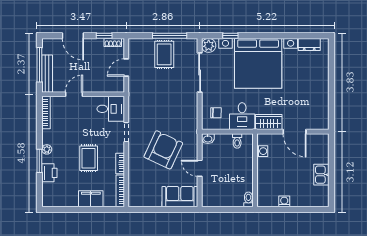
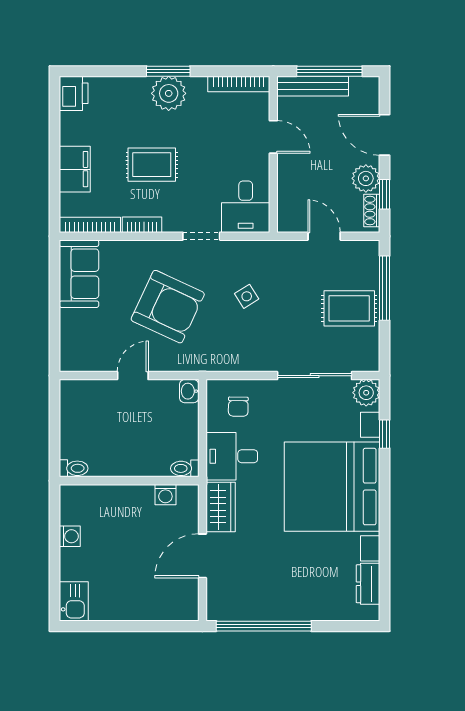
door: (73, 36) -> (385, 135), hinge flipped
window: (170, 36) -> (385, 288), moved
plant: (96, 46) -> (366, 178), added
window: (332, 99) -> (264, 626), added
side table: (158, 108) -> (247, 296), added
toilet: (237, 141) -> (185, 468), moved
plant: (47, 149) -> (169, 93), width x1.88, depth x1.88
window: (39, 161) -> (168, 71), moved
printer: (49, 173) -> (74, 93), moved, turned -90
kitchen sink: (321, 175) -> (74, 601), moved, turned 90
sofa: (180, 197) -> (79, 274), moved

